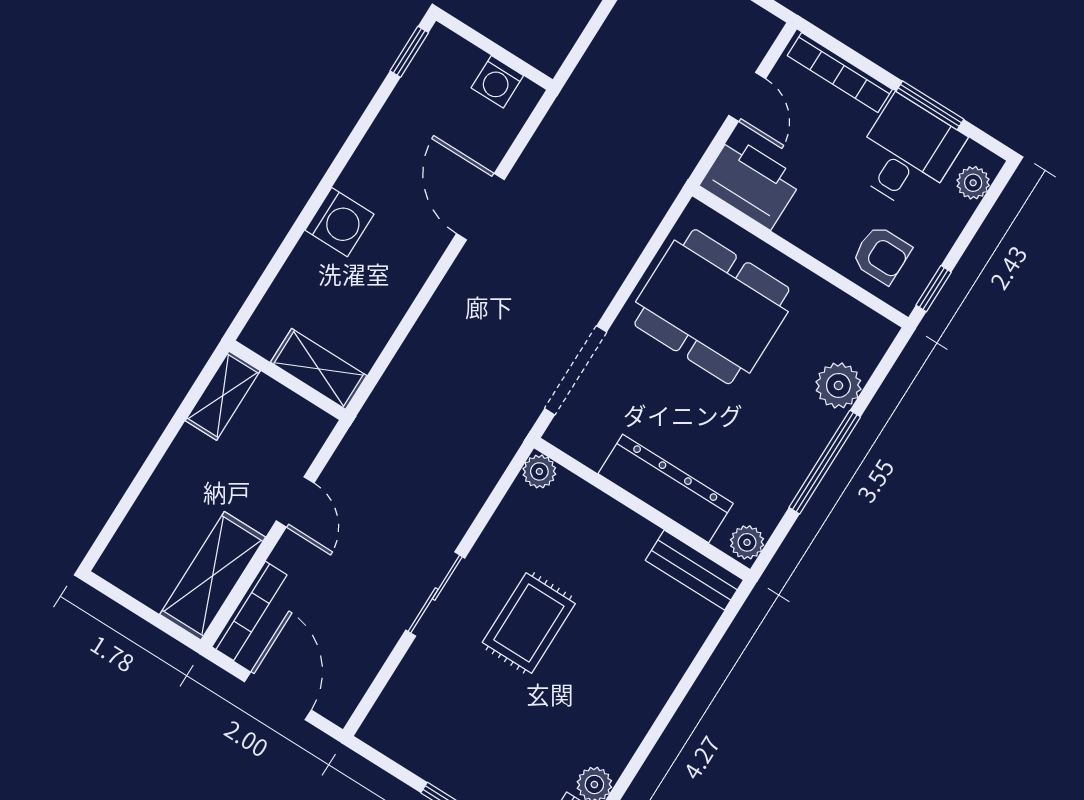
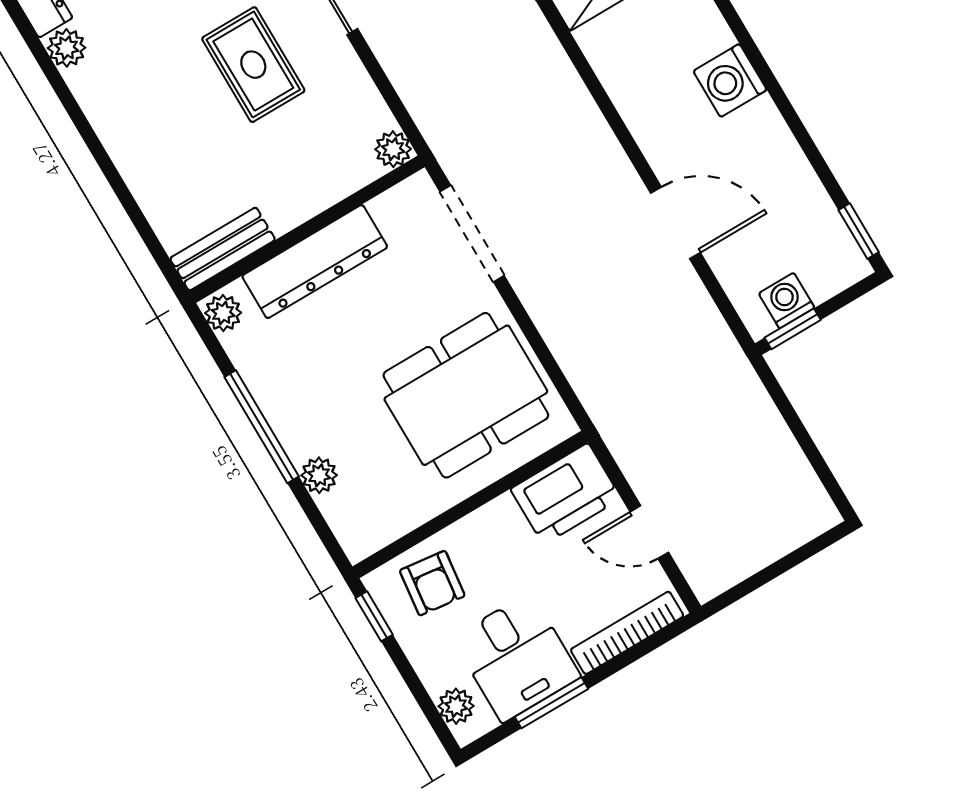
window: (518, 65) -> (793, 329), added
armchair: (882, 255) -> (432, 583), turned -83
plant: (838, 385) -> (319, 475), width x0.73, depth x0.73

